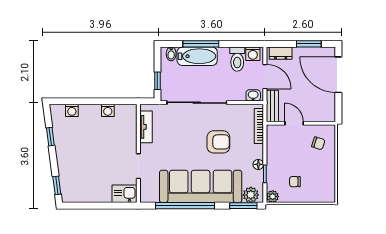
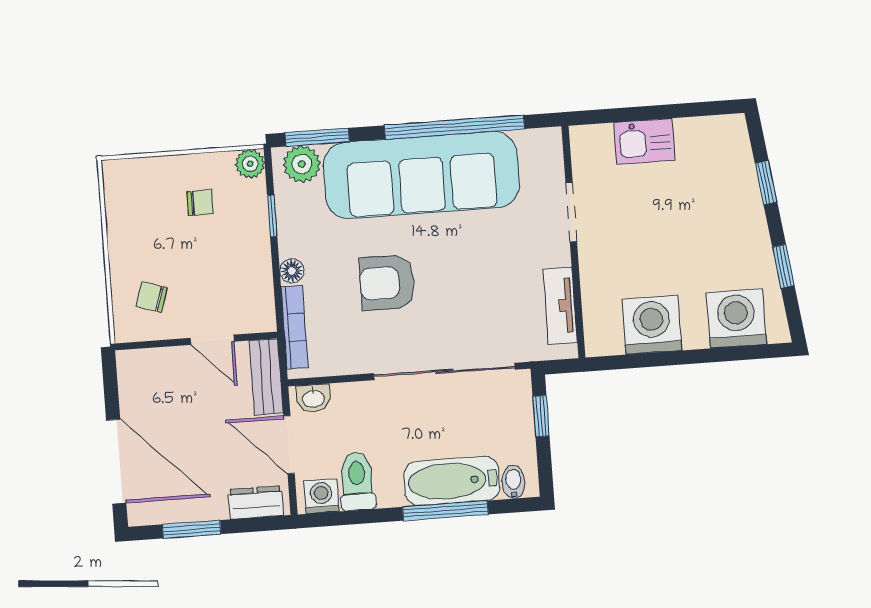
washing machine: (72, 110) -> (736, 318), width x1.89, depth x1.89
washing machine: (108, 110) -> (652, 325), width x1.89, depth x1.89
floor lamp: (258, 164) -> (292, 271), moved
window: (57, 185) -> (766, 183), moved
kitchen sink: (125, 194) -> (644, 141), moved

